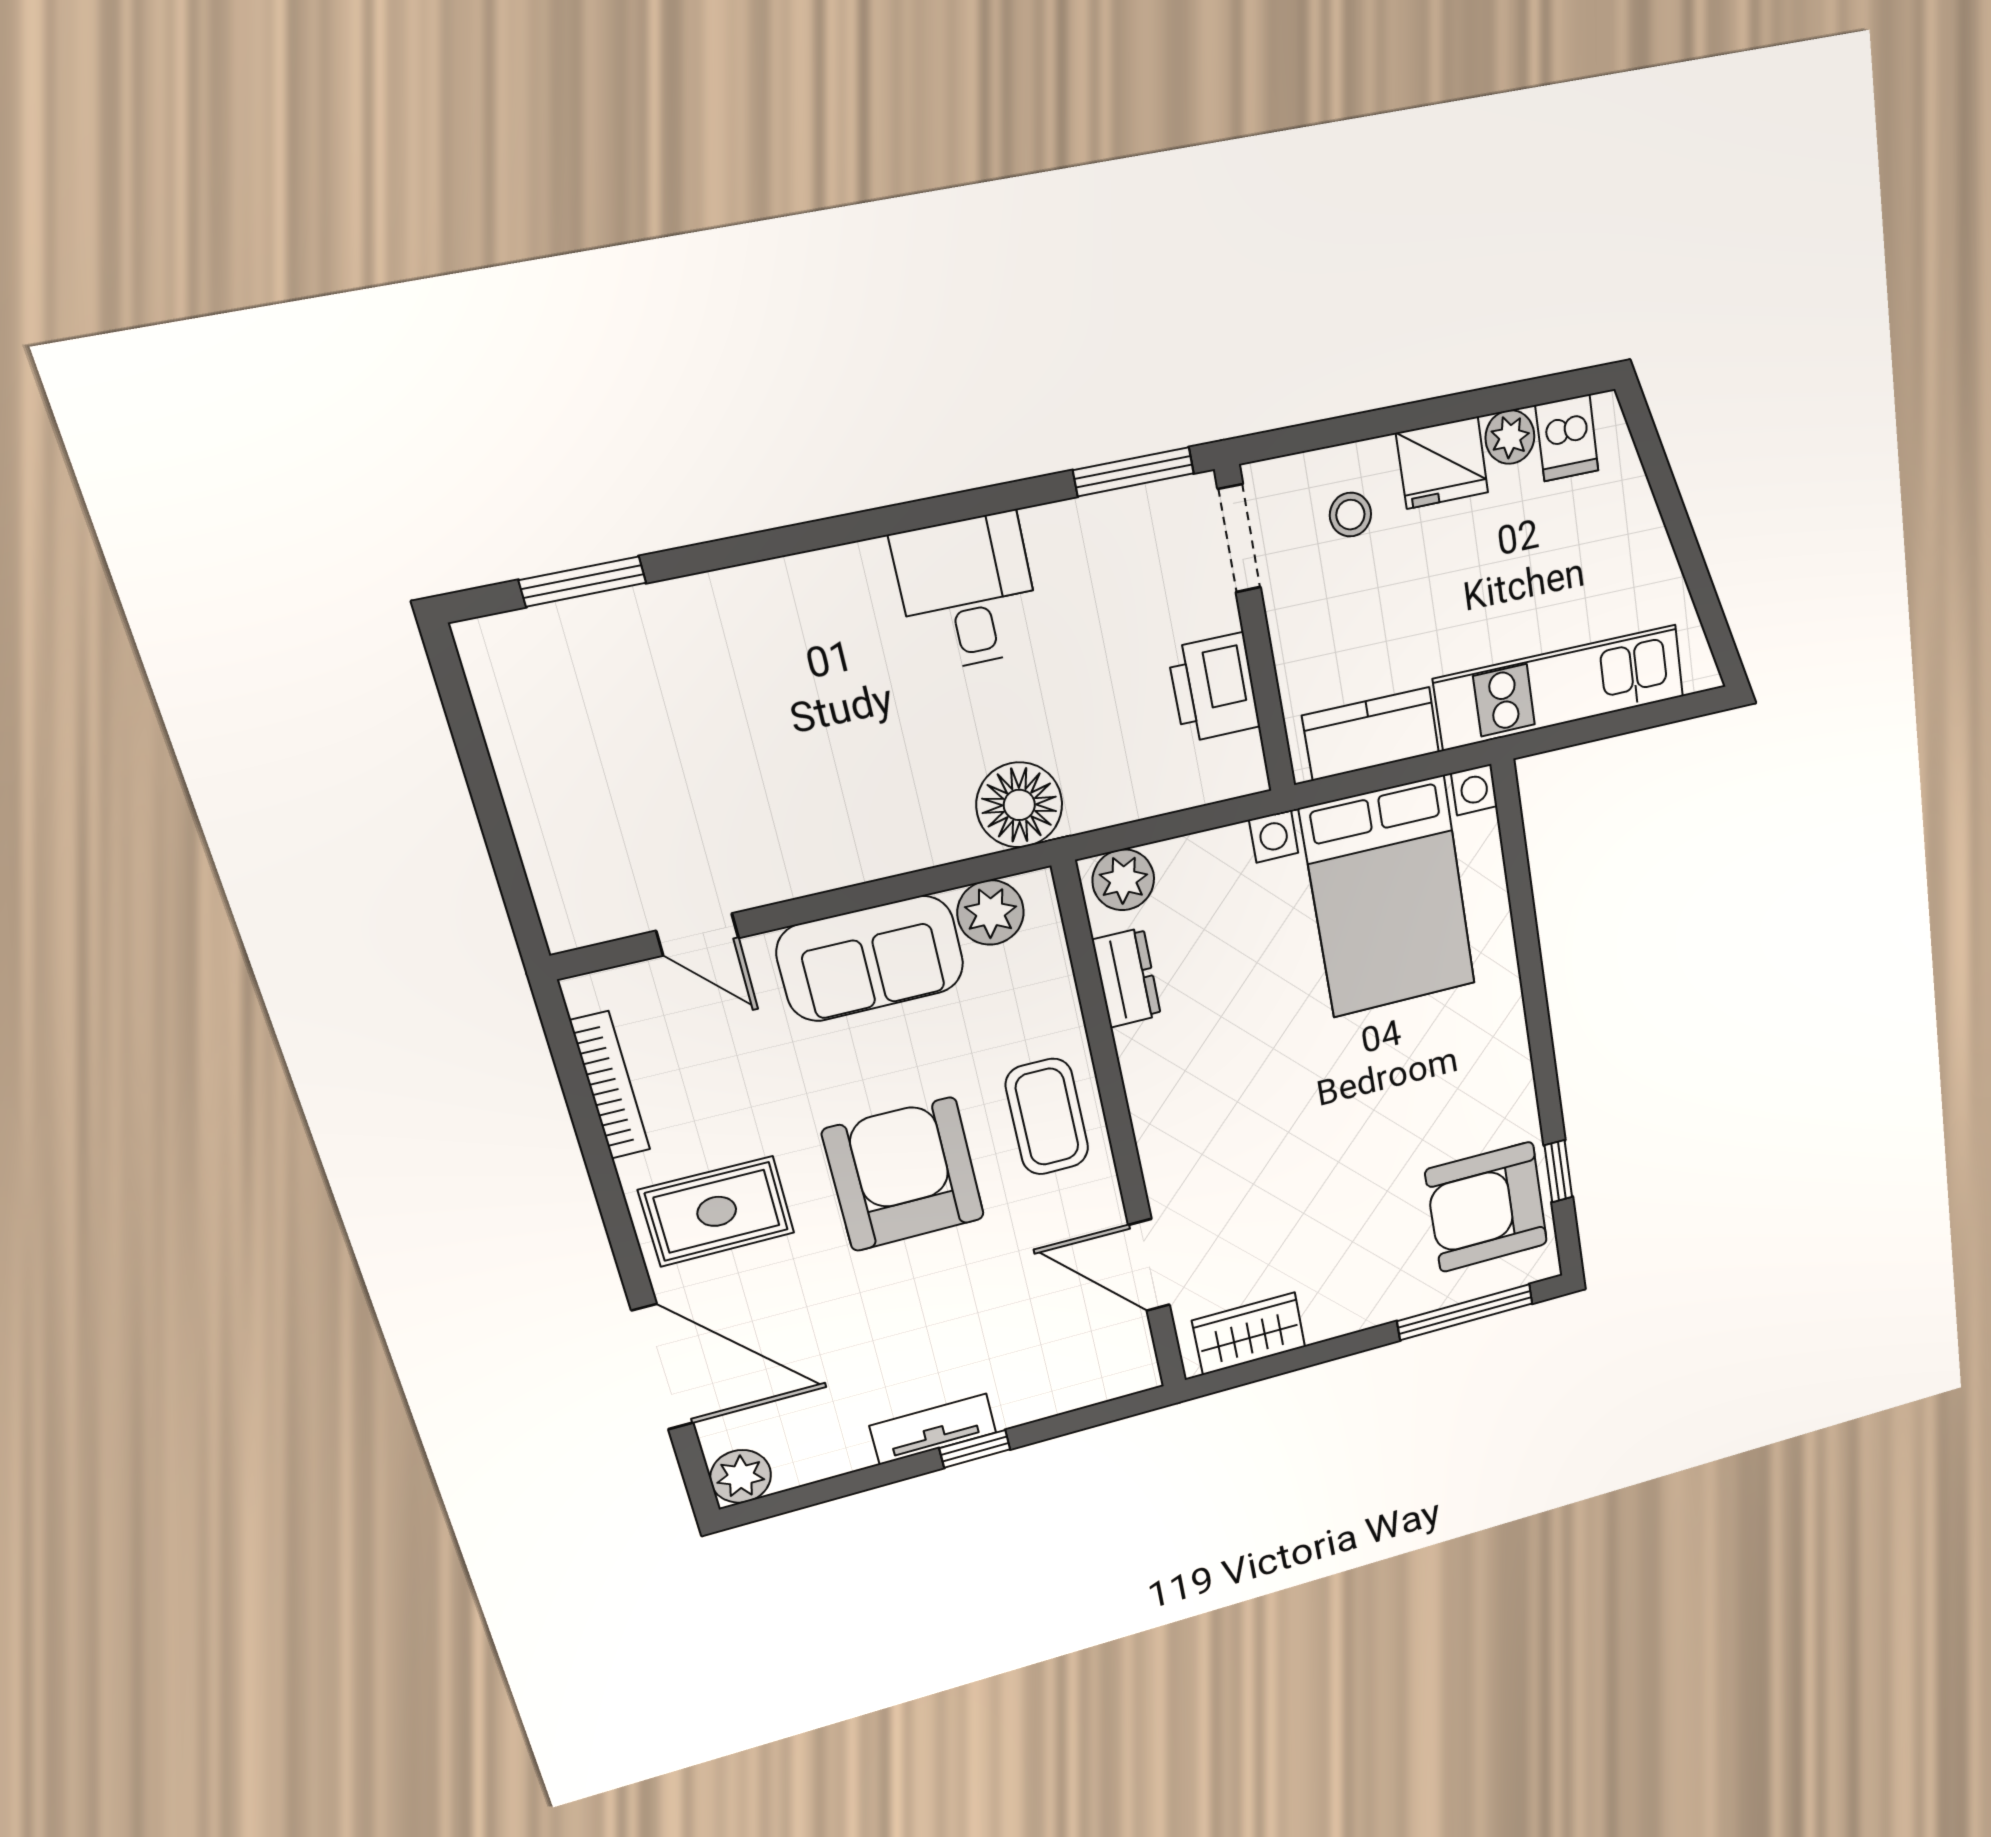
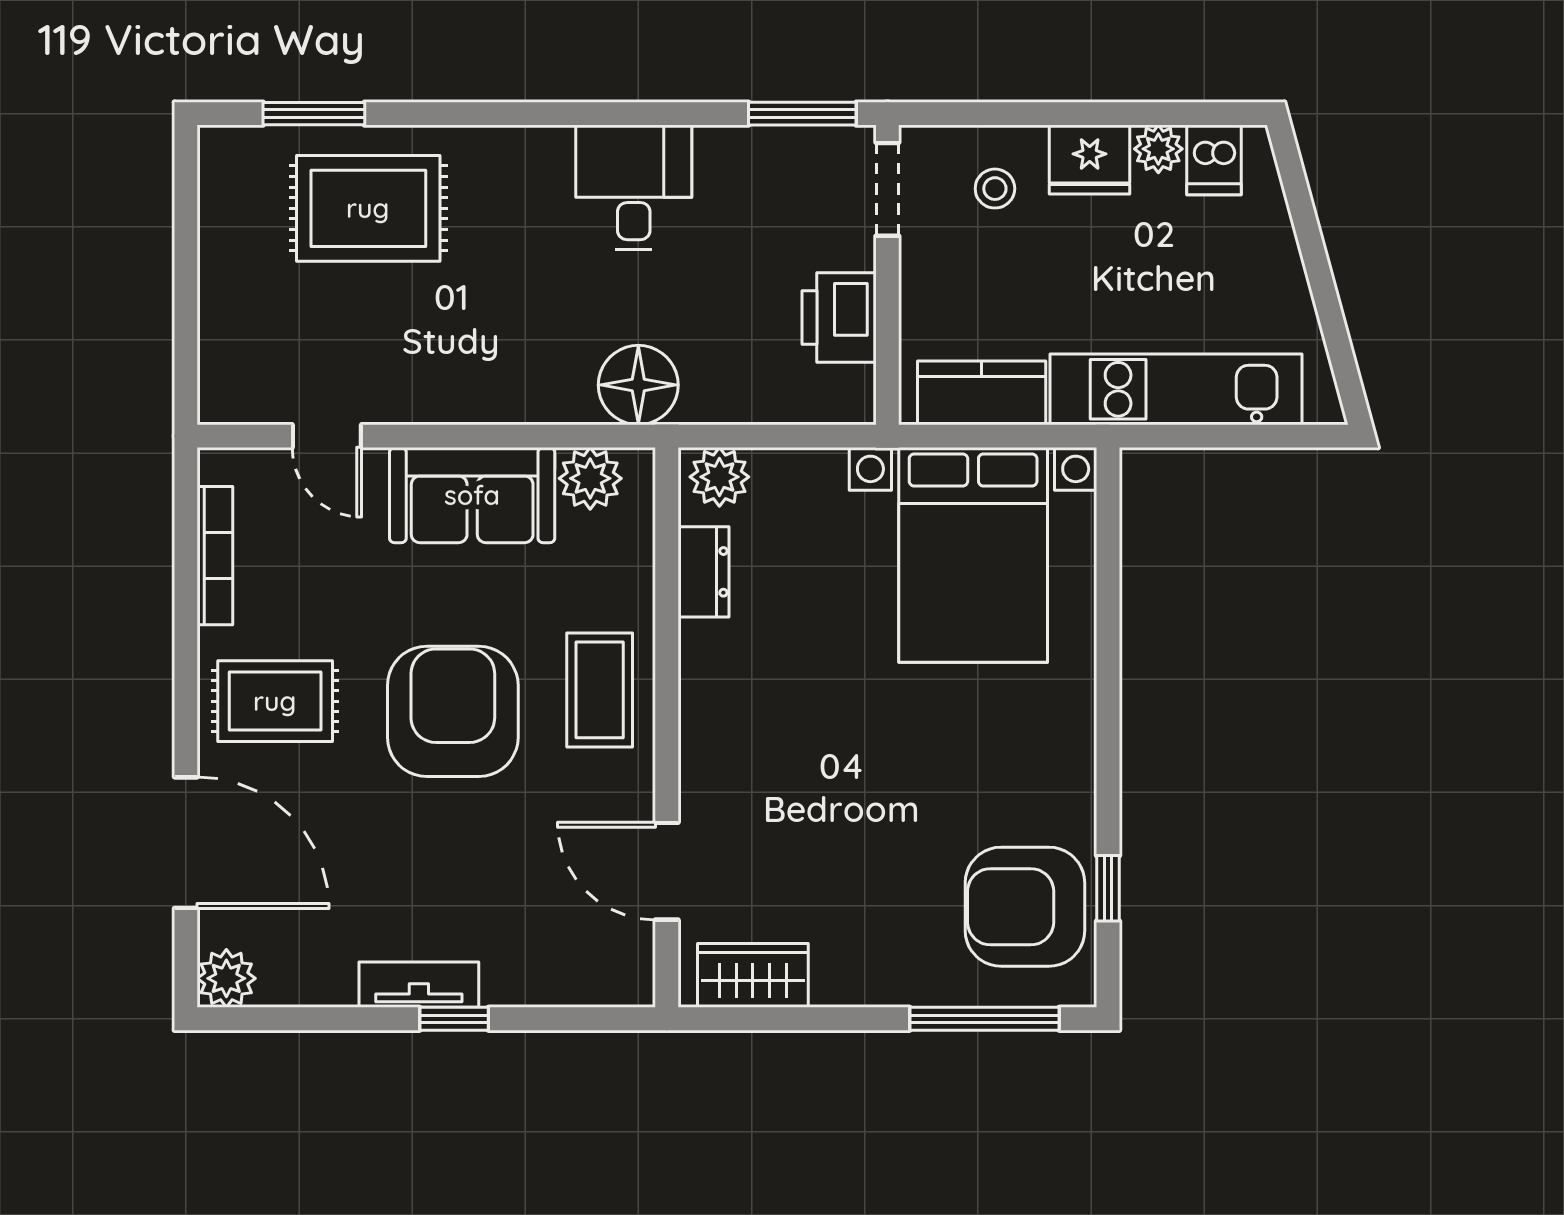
rug: (676, 677) -> (368, 208), added

